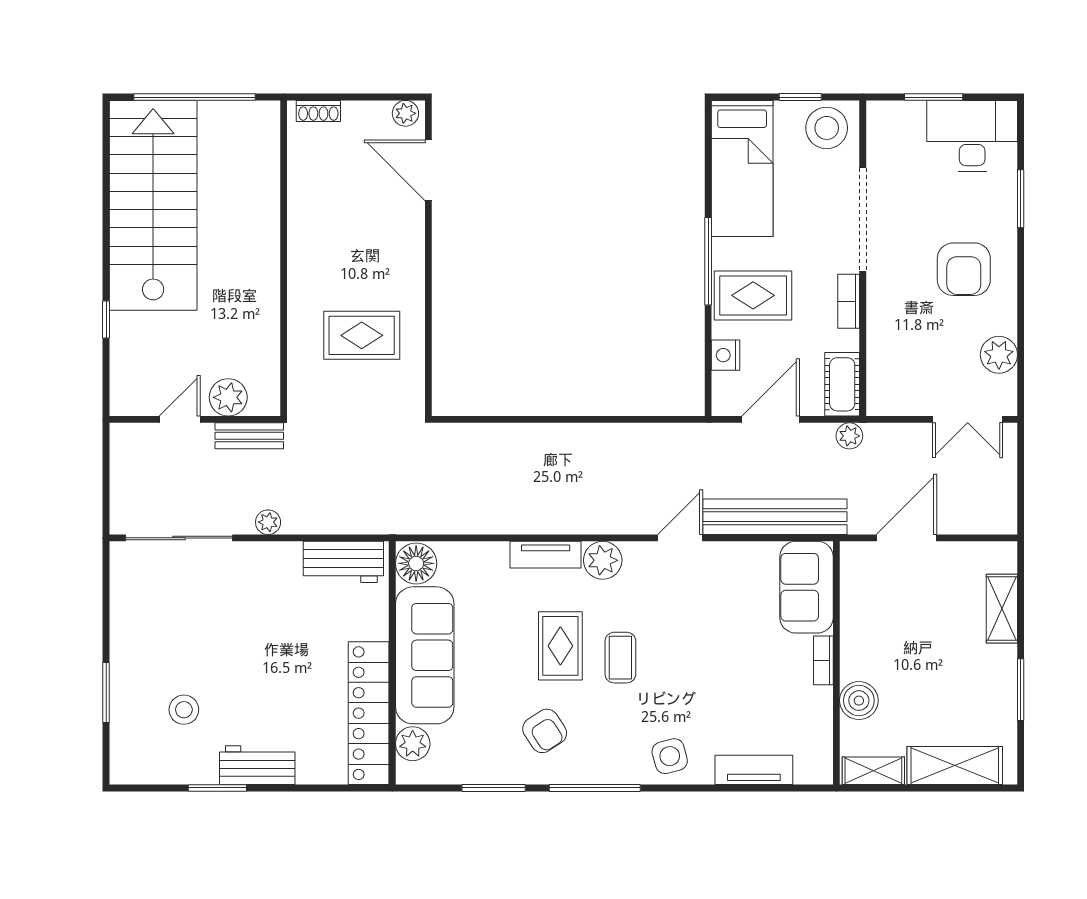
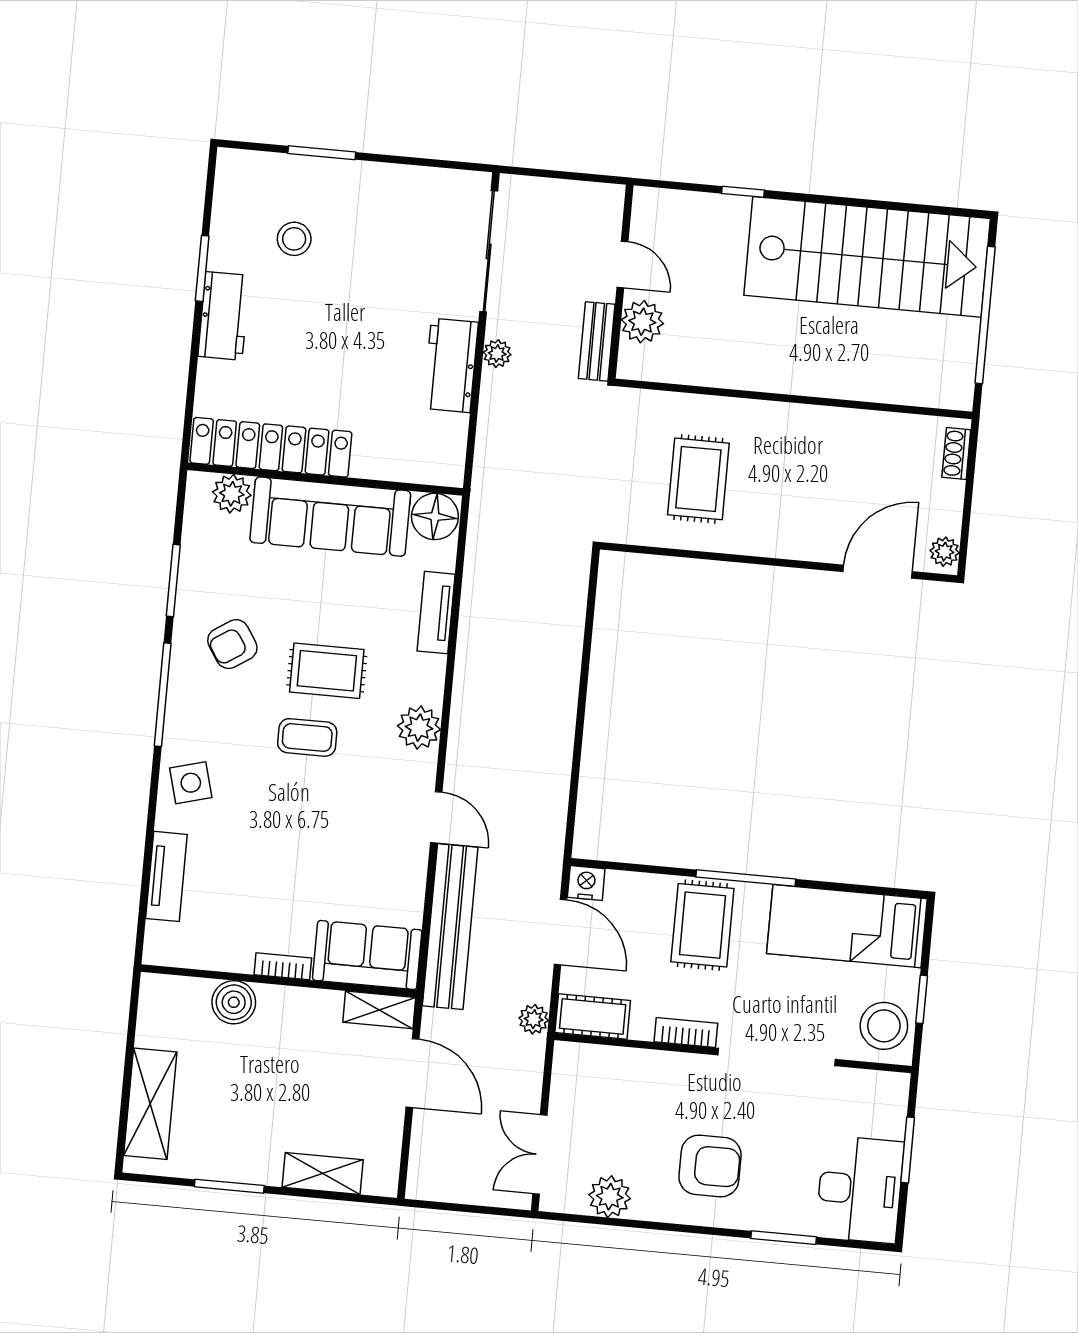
armchair: (964, 269) -> (710, 1166), turned 180
nightstand: (725, 355) -> (586, 883), moved
tv unit: (546, 555) -> (436, 613), moved
workbench: (343, 562) -> (451, 365), moved
shelving: (873, 771) -> (379, 1010), moved, turned 90

